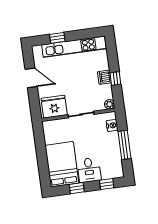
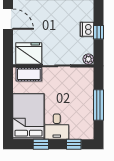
nightstand: (112, 125) -> (88, 82), removed
cot: (57, 126) -> (29, 74), added

